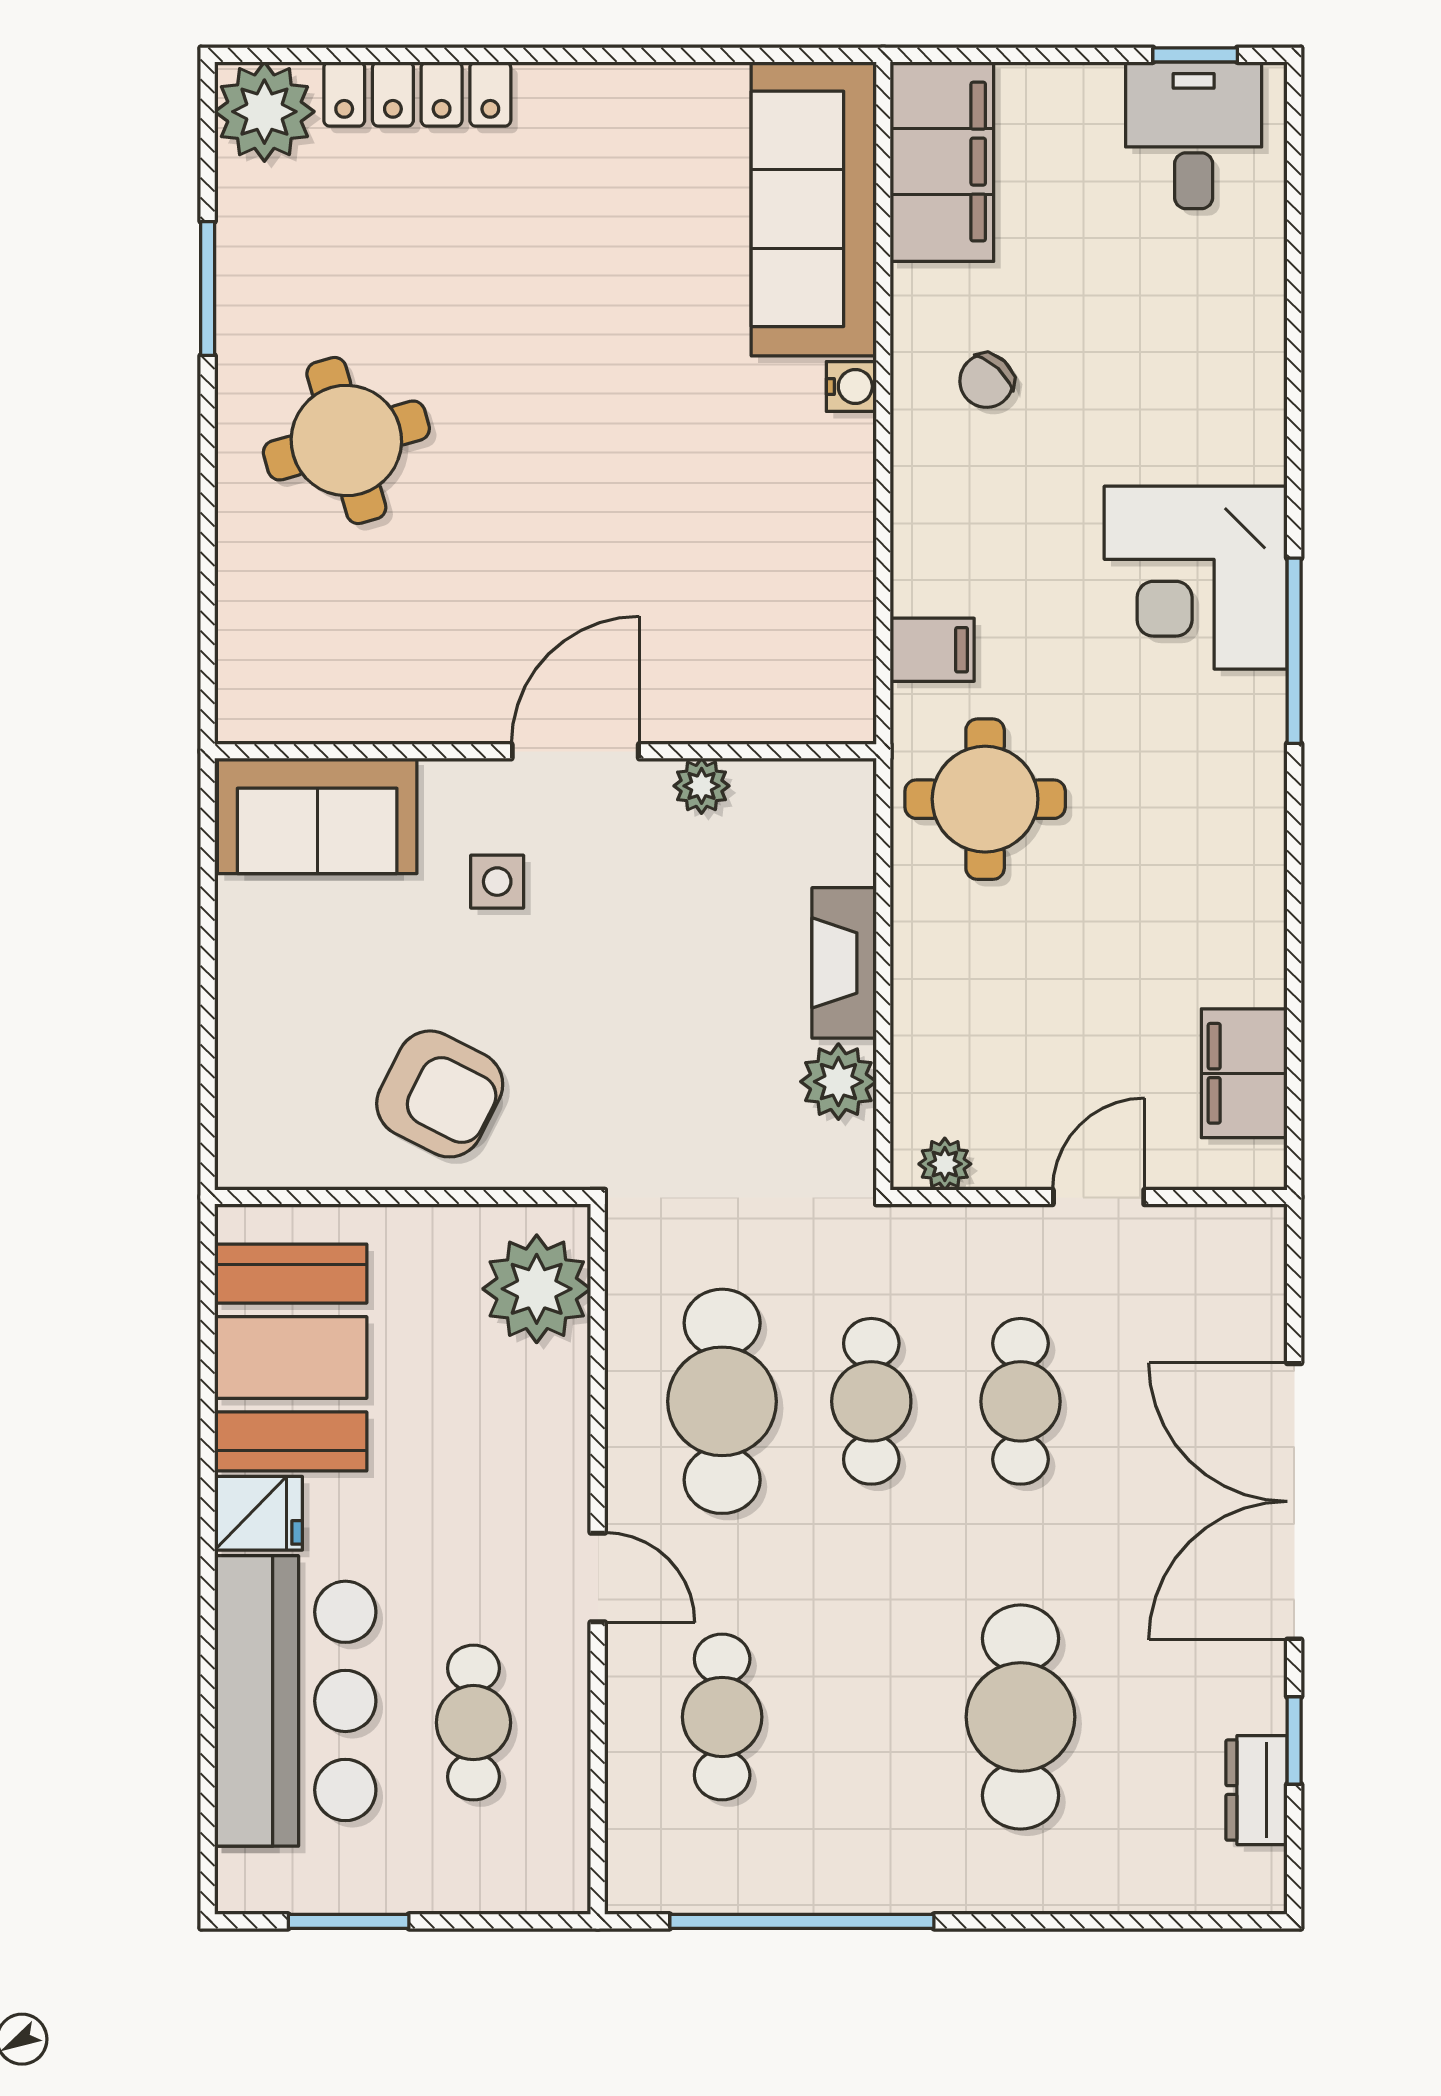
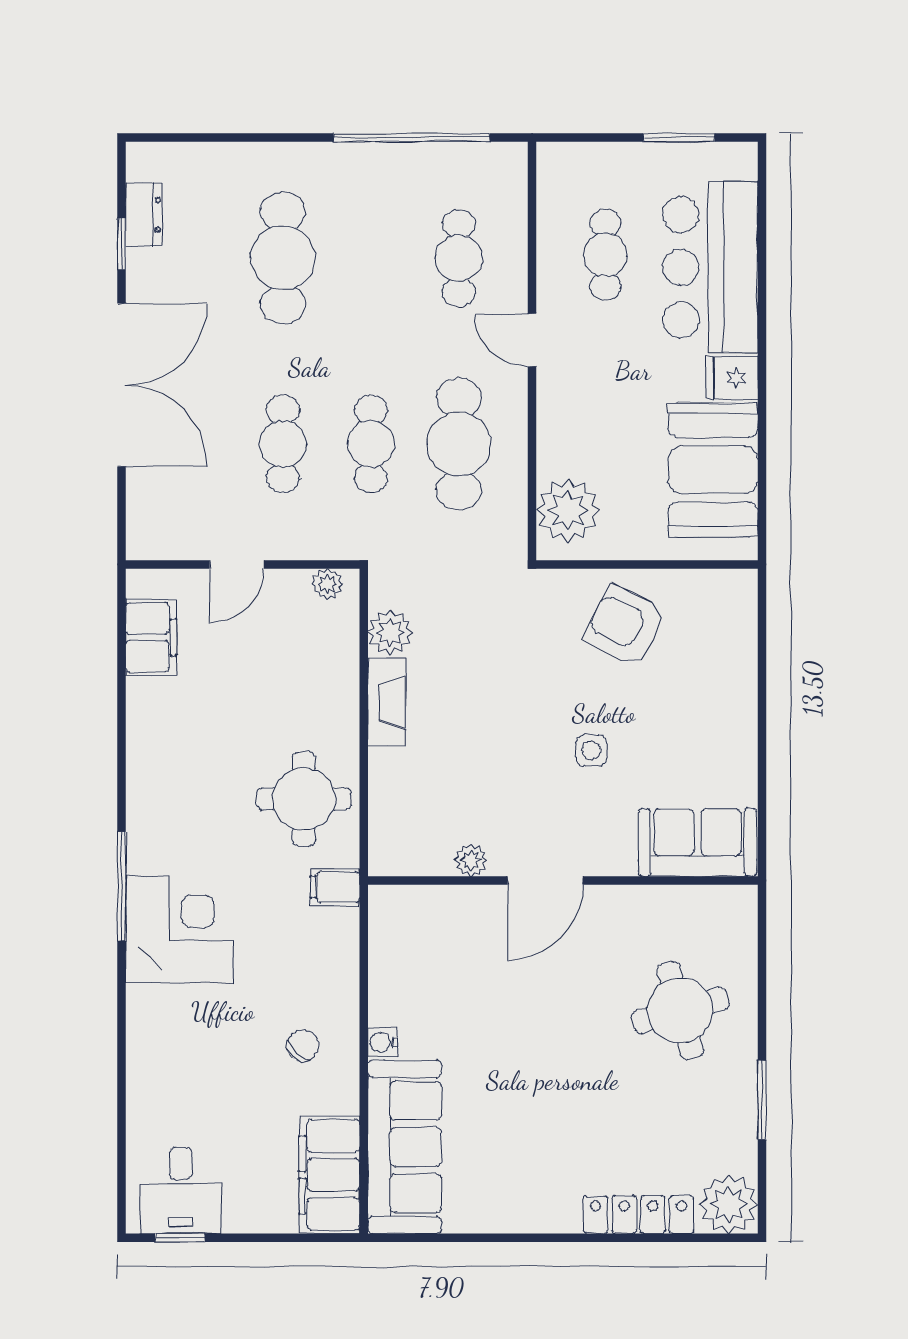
wall: (545, 751) -> (563, 881), moved
door: (575, 751) -> (545, 881), moved
plant: (702, 786) -> (471, 860), moved
sofa: (317, 816) -> (697, 842), moved

